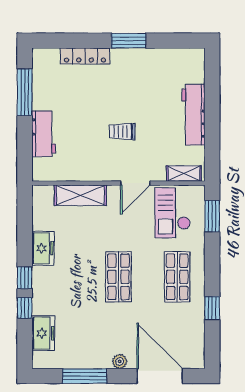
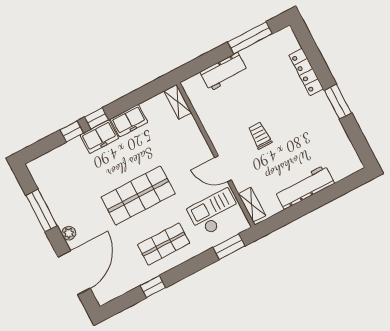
shelving: (80, 195) -> (178, 102), moved, width x0.67, depth x0.75
shop shelf: (118, 277) -> (138, 195), width x1.43, depth x1.36
freezer: (43, 333) -> (99, 137), moved

